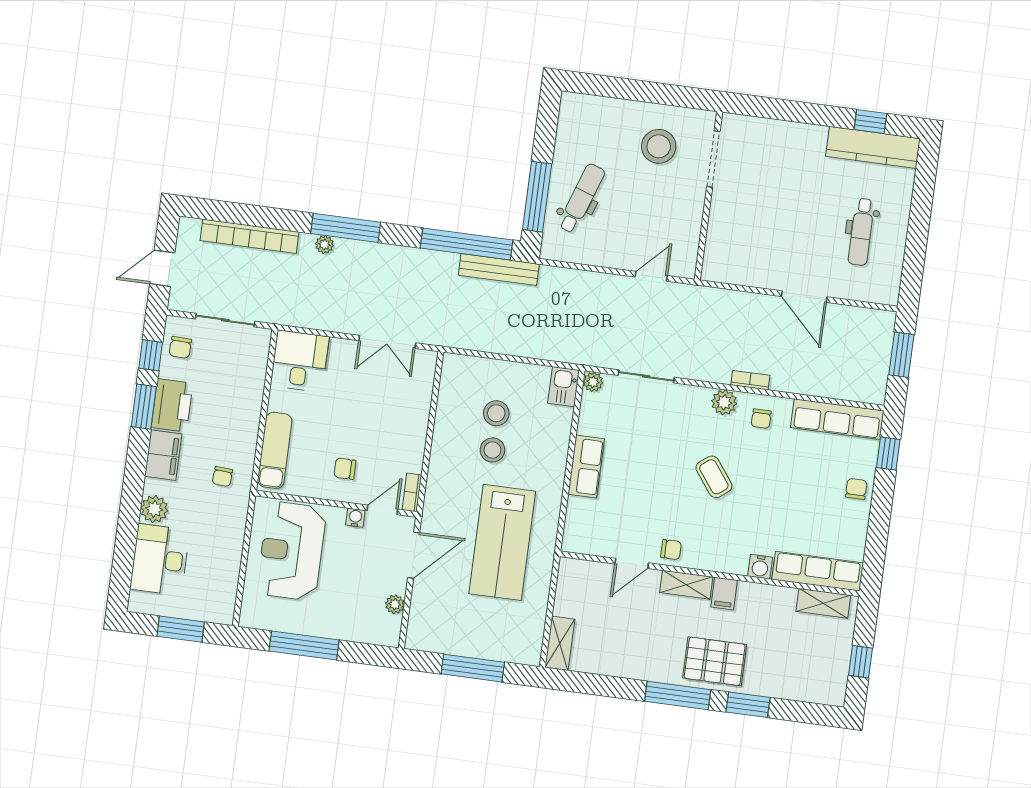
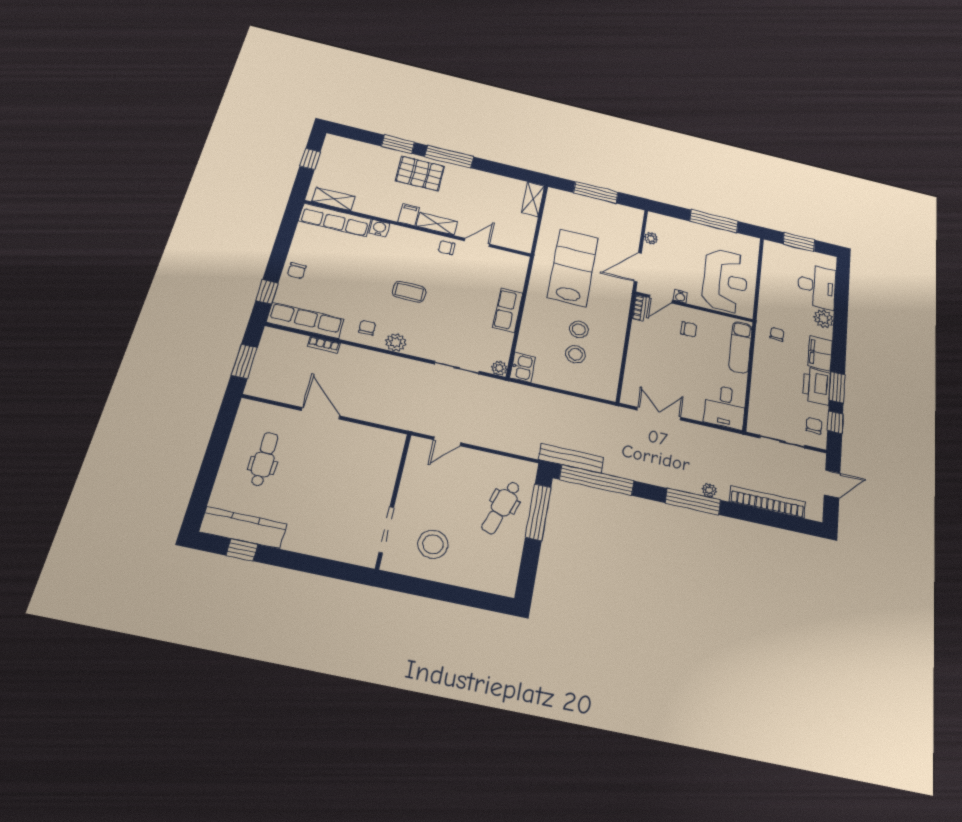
bookcase: (750, 380) -> (324, 345), moved
coffee table: (714, 477) -> (409, 292), turned -53

